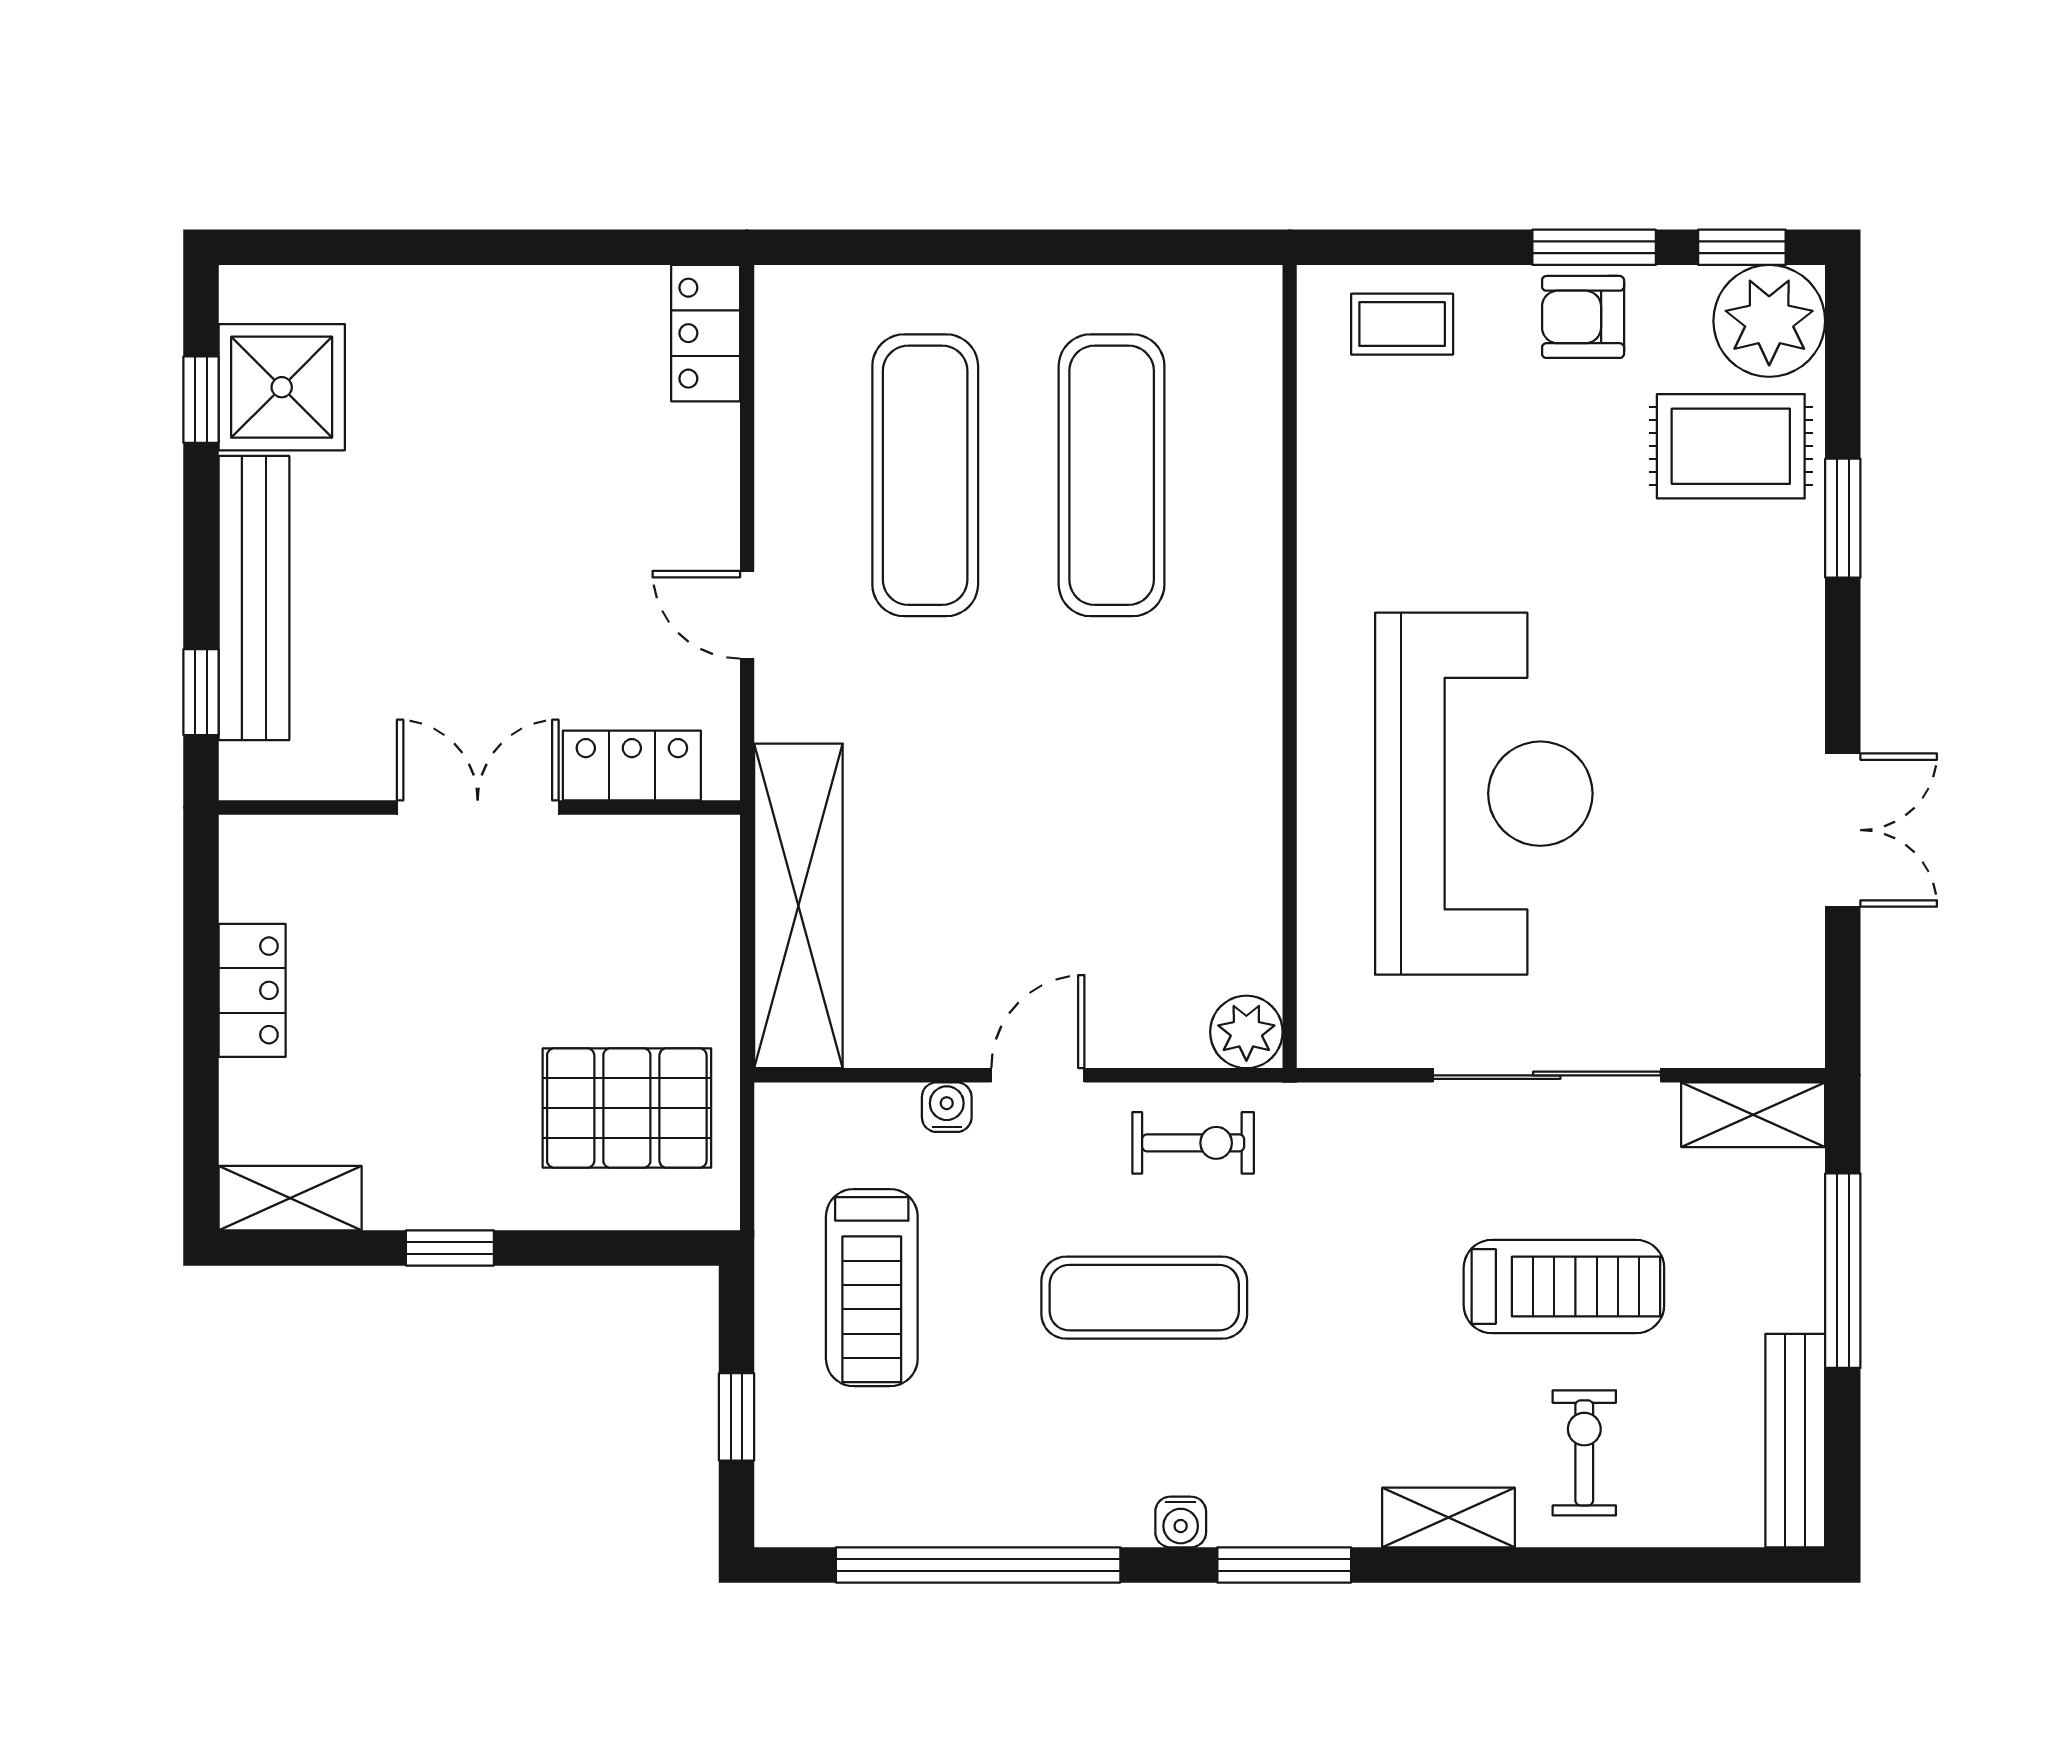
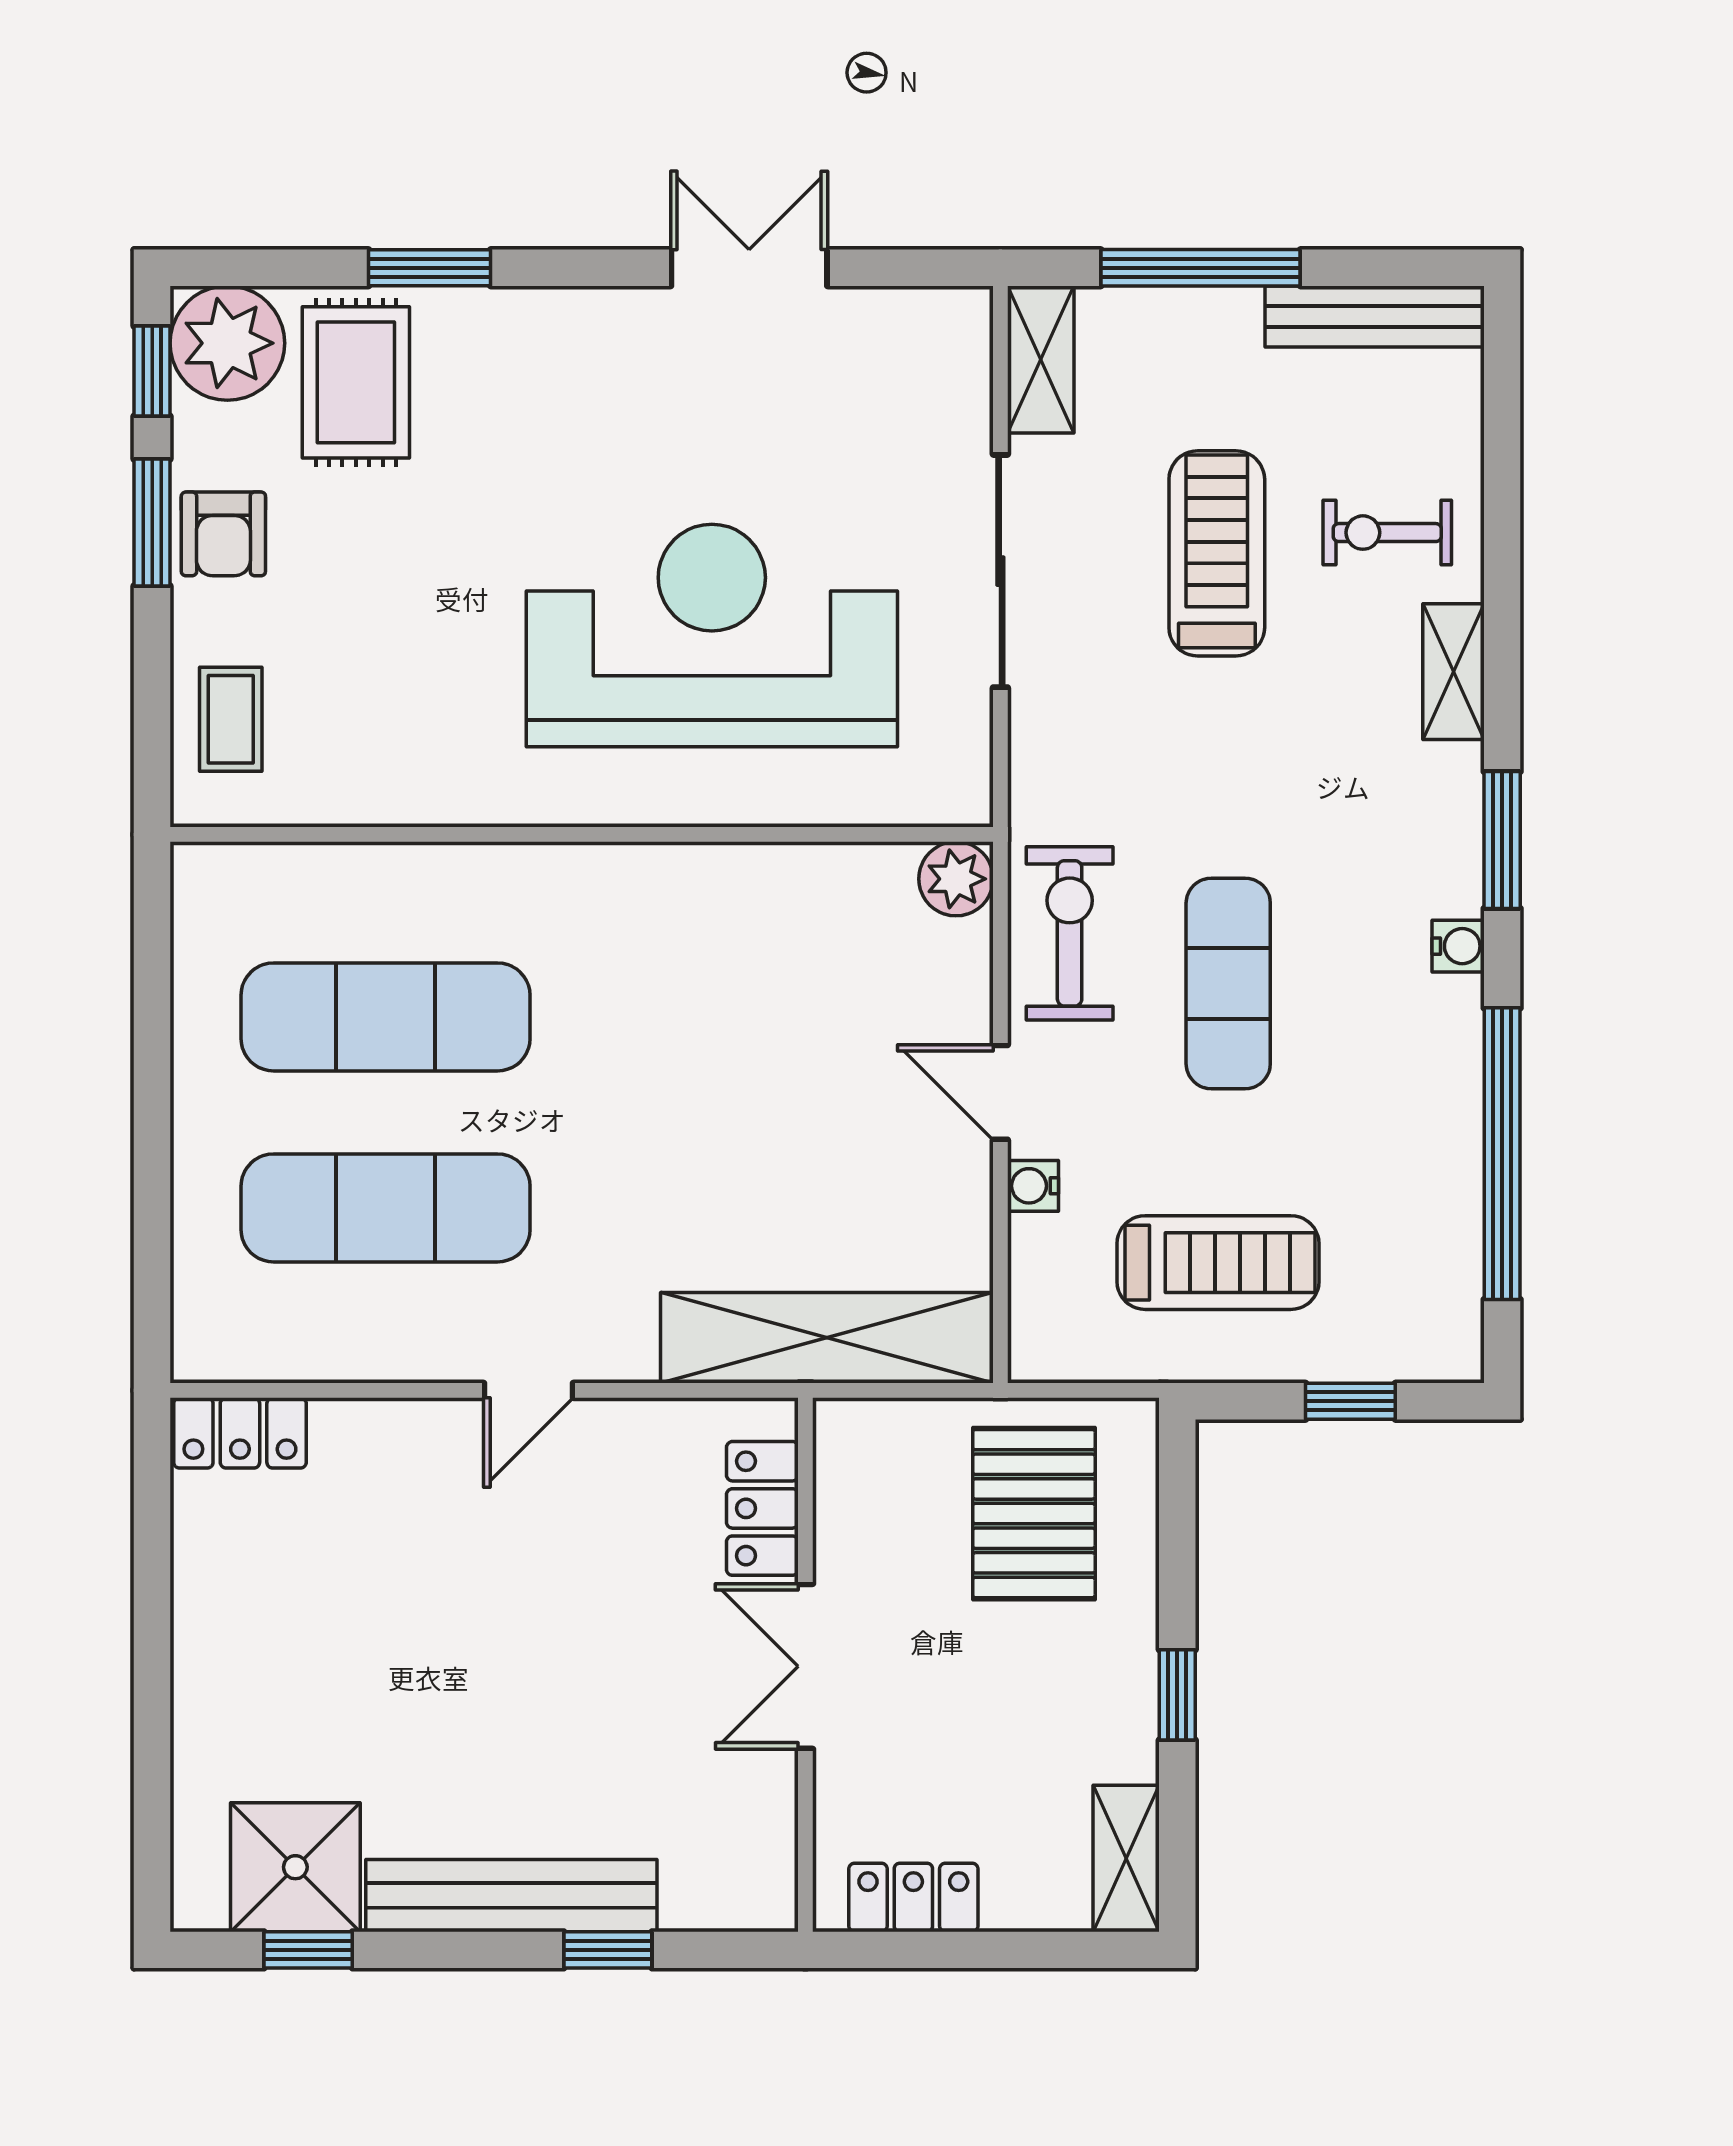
locker: (632, 766) -> (762, 1508), moved
double door: (478, 808) -> (805, 1666), moved
wall: (479, 808) -> (805, 1665), moved
exercise bike: (1193, 1143) -> (1070, 933), width x1.38, depth x1.39

